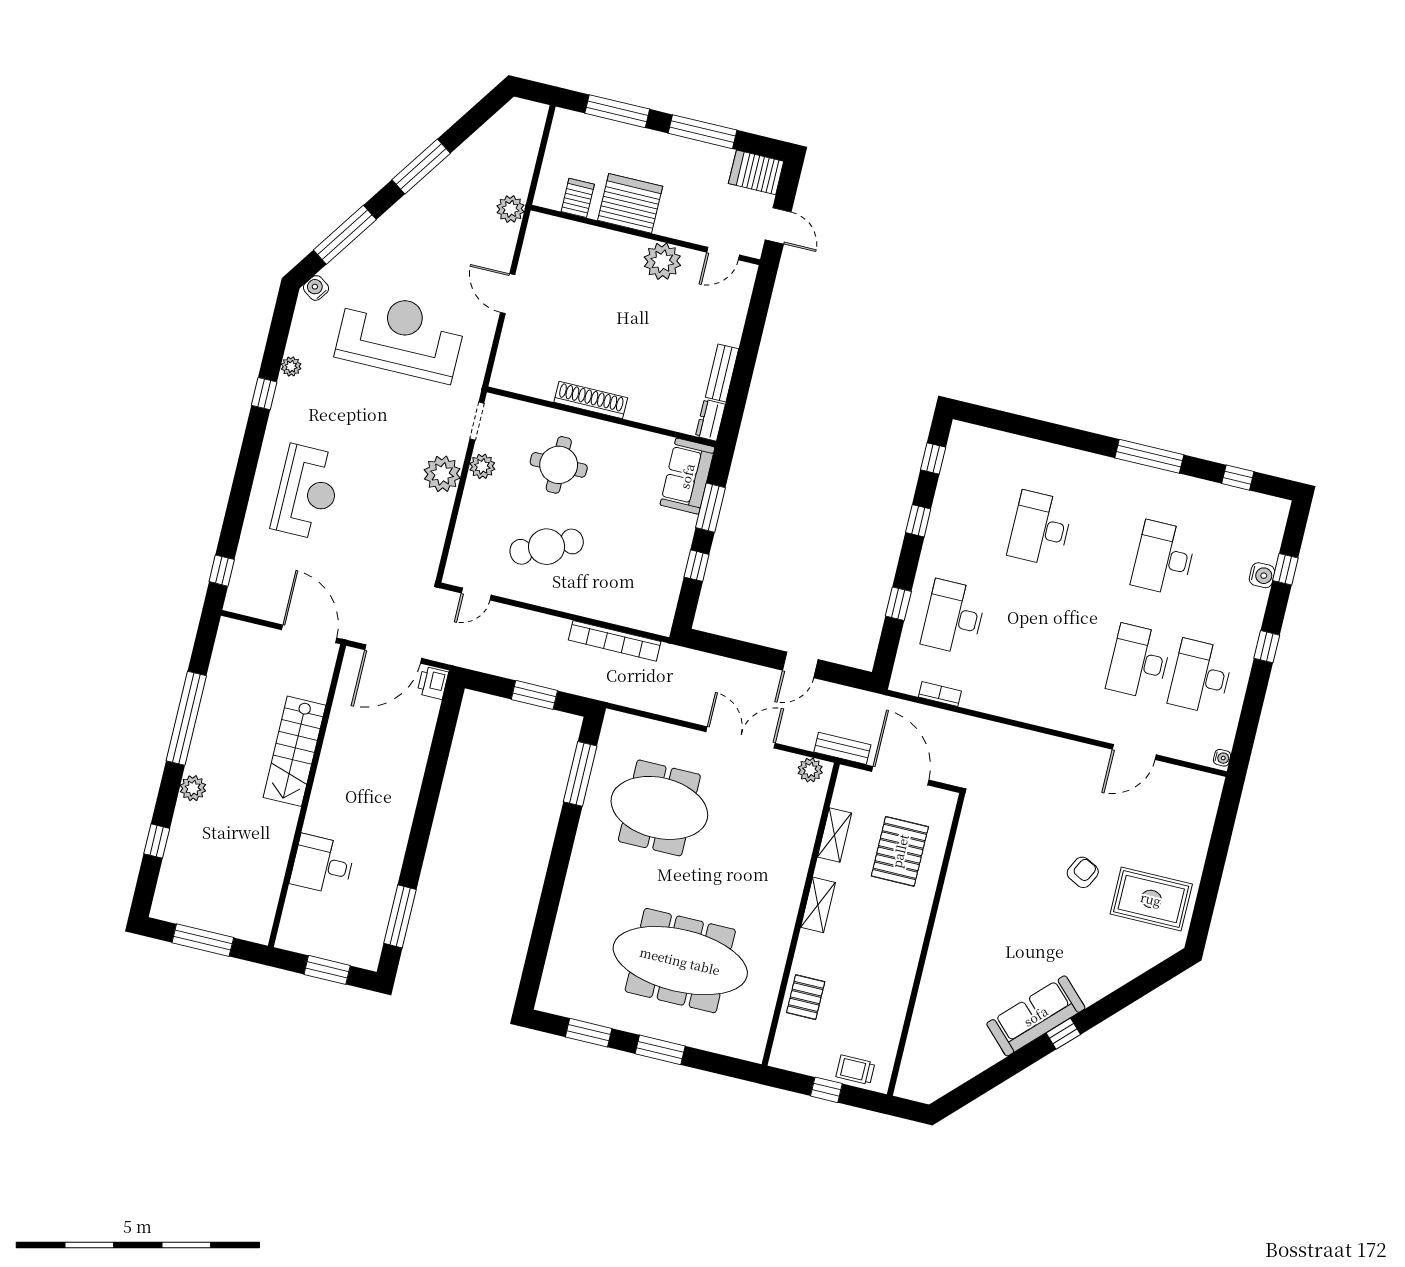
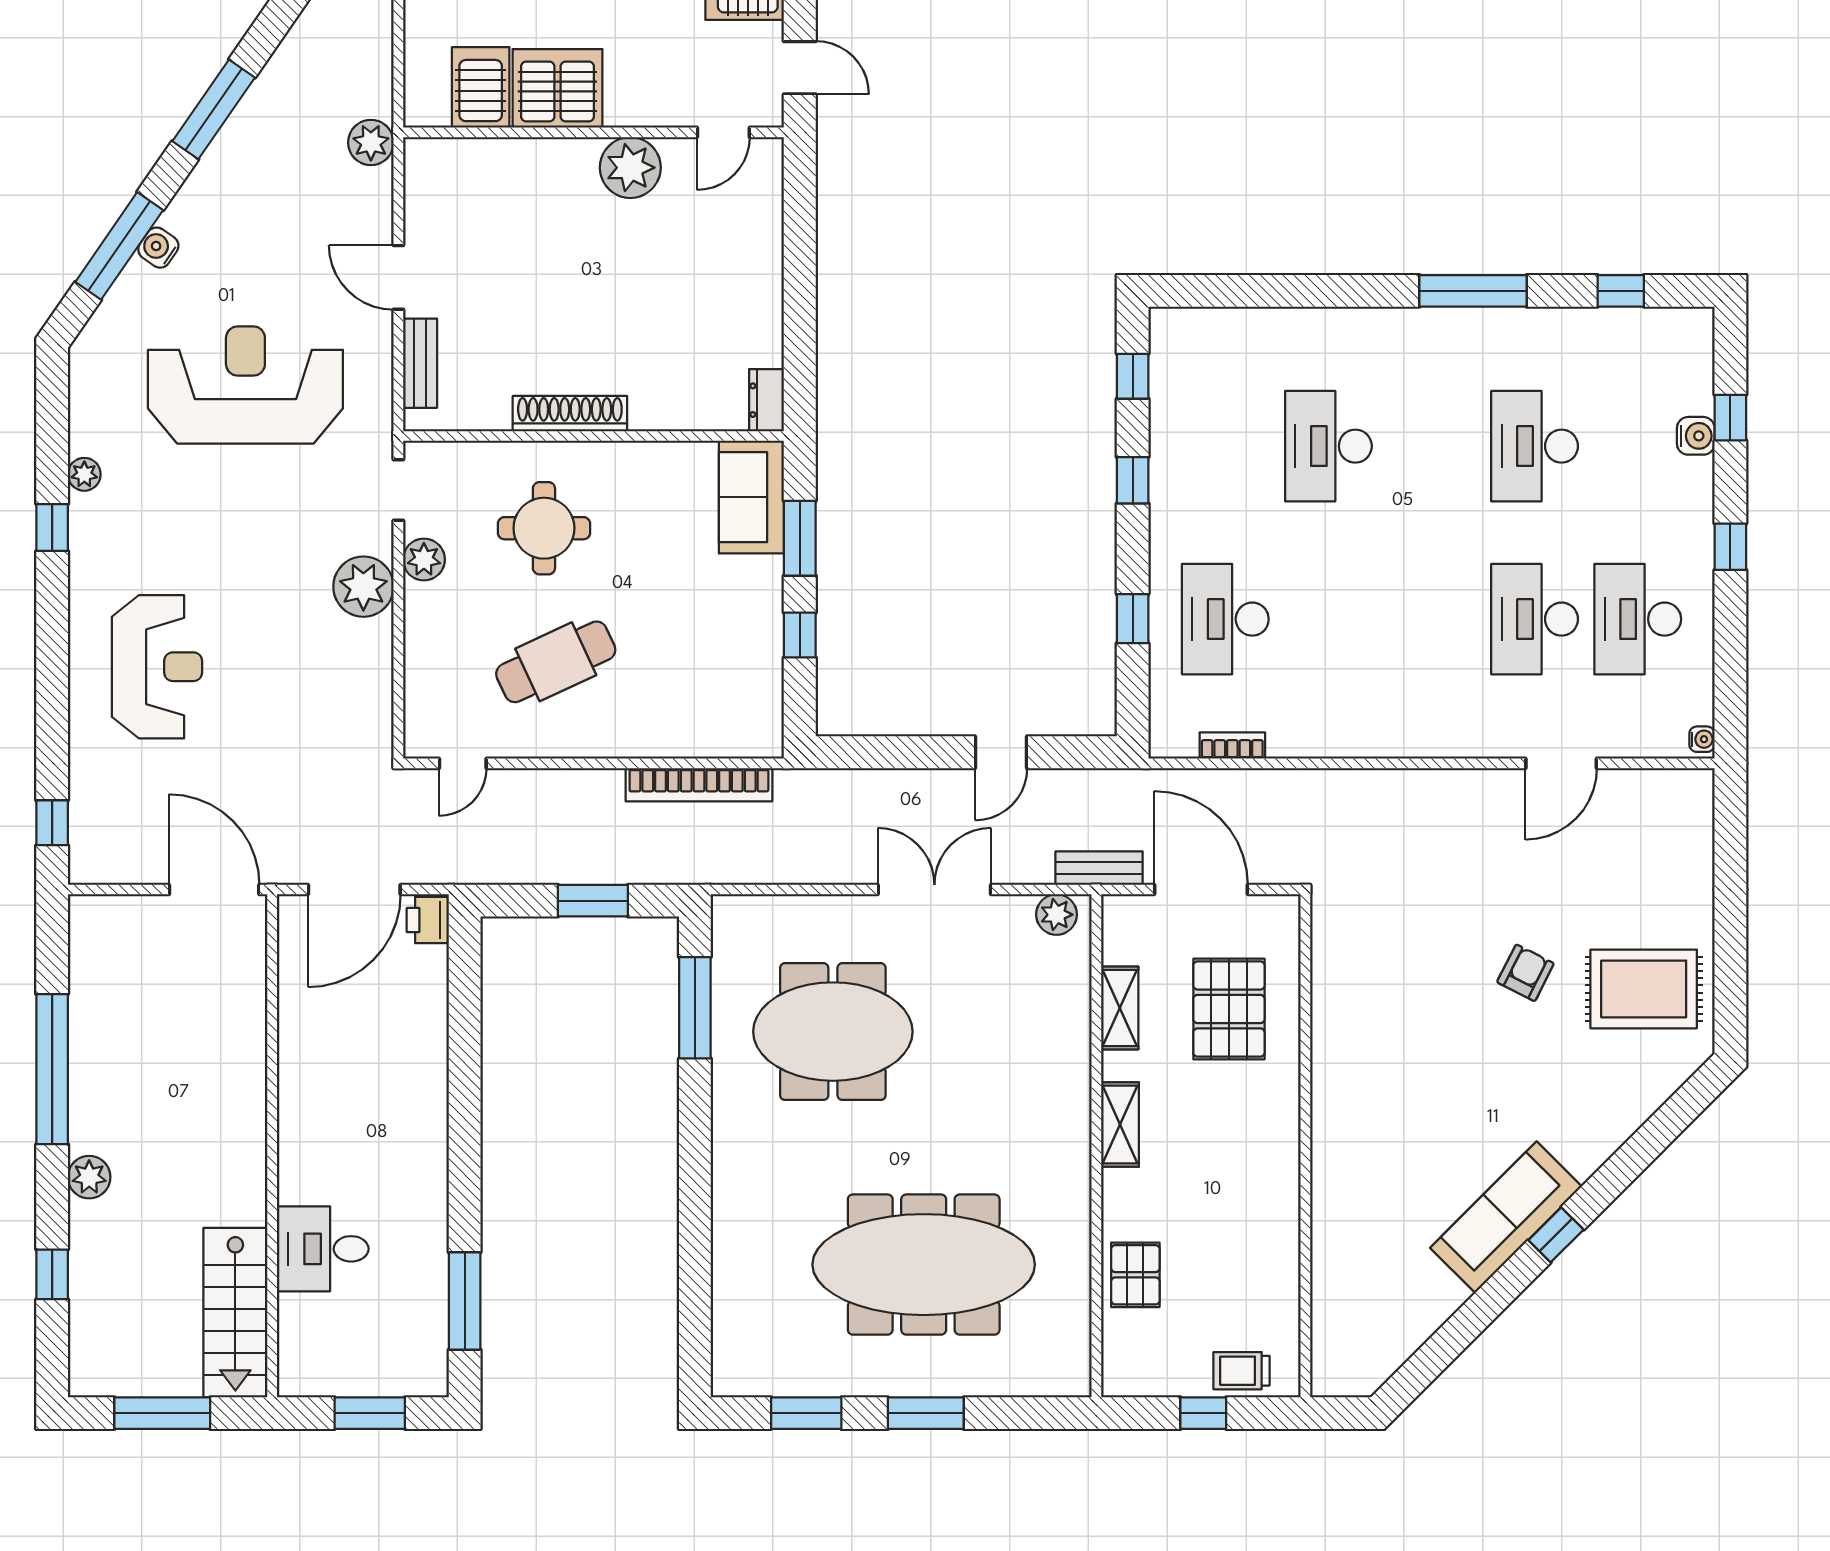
server rack: (578, 198) -> (481, 87), width x1.36, depth x1.44
water cooler: (316, 288) -> (158, 248), moved
bench: (722, 373) -> (420, 363), moved
stairs: (294, 751) -> (235, 1313), moved

